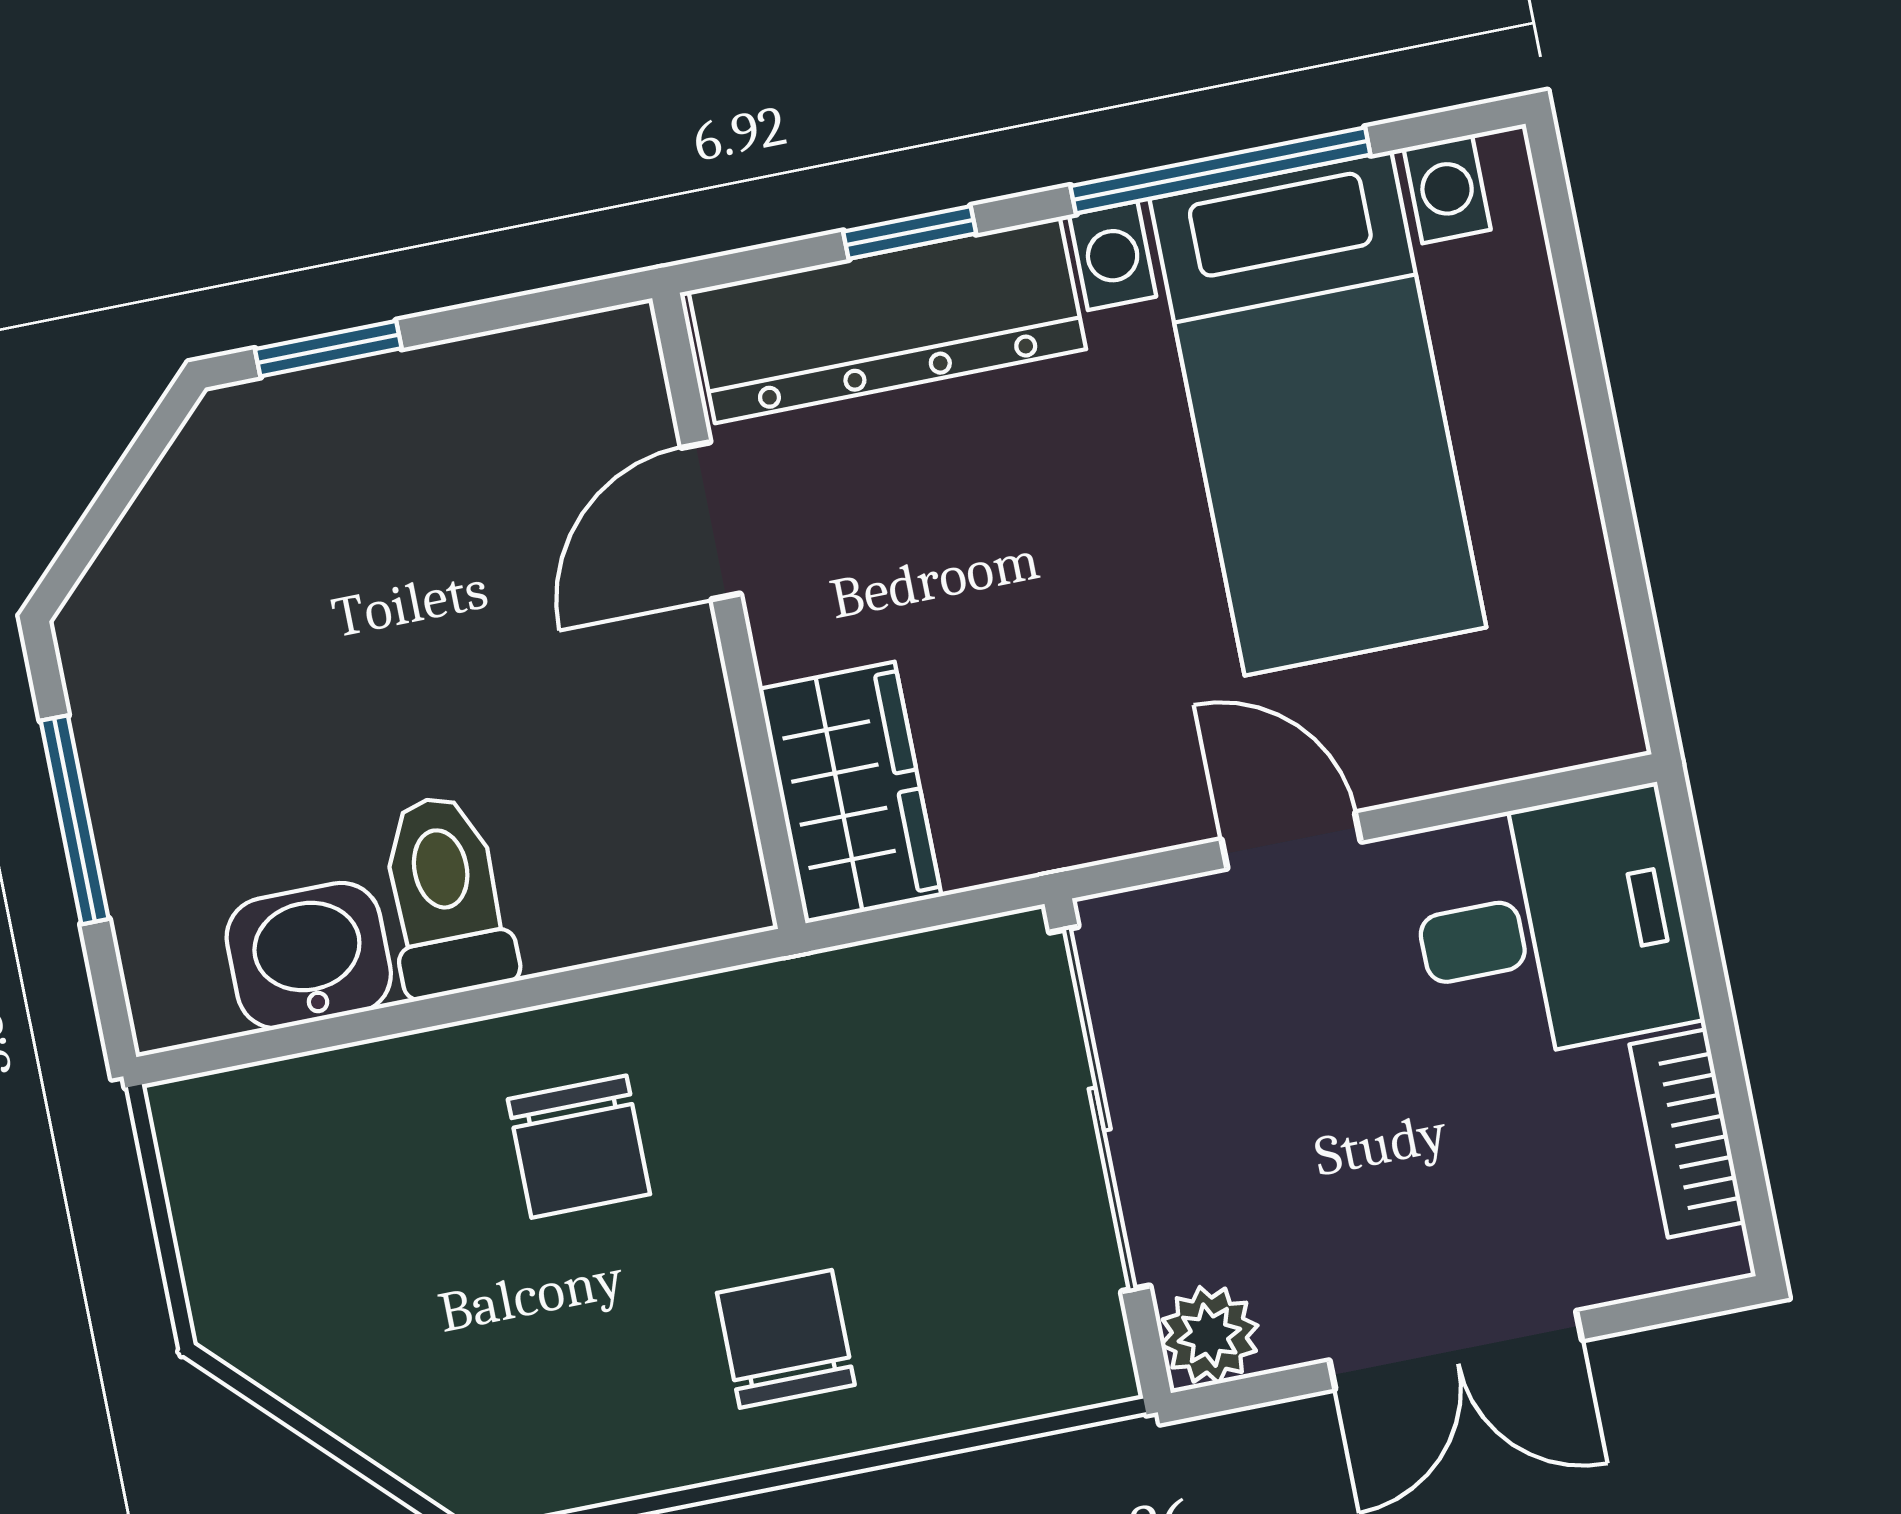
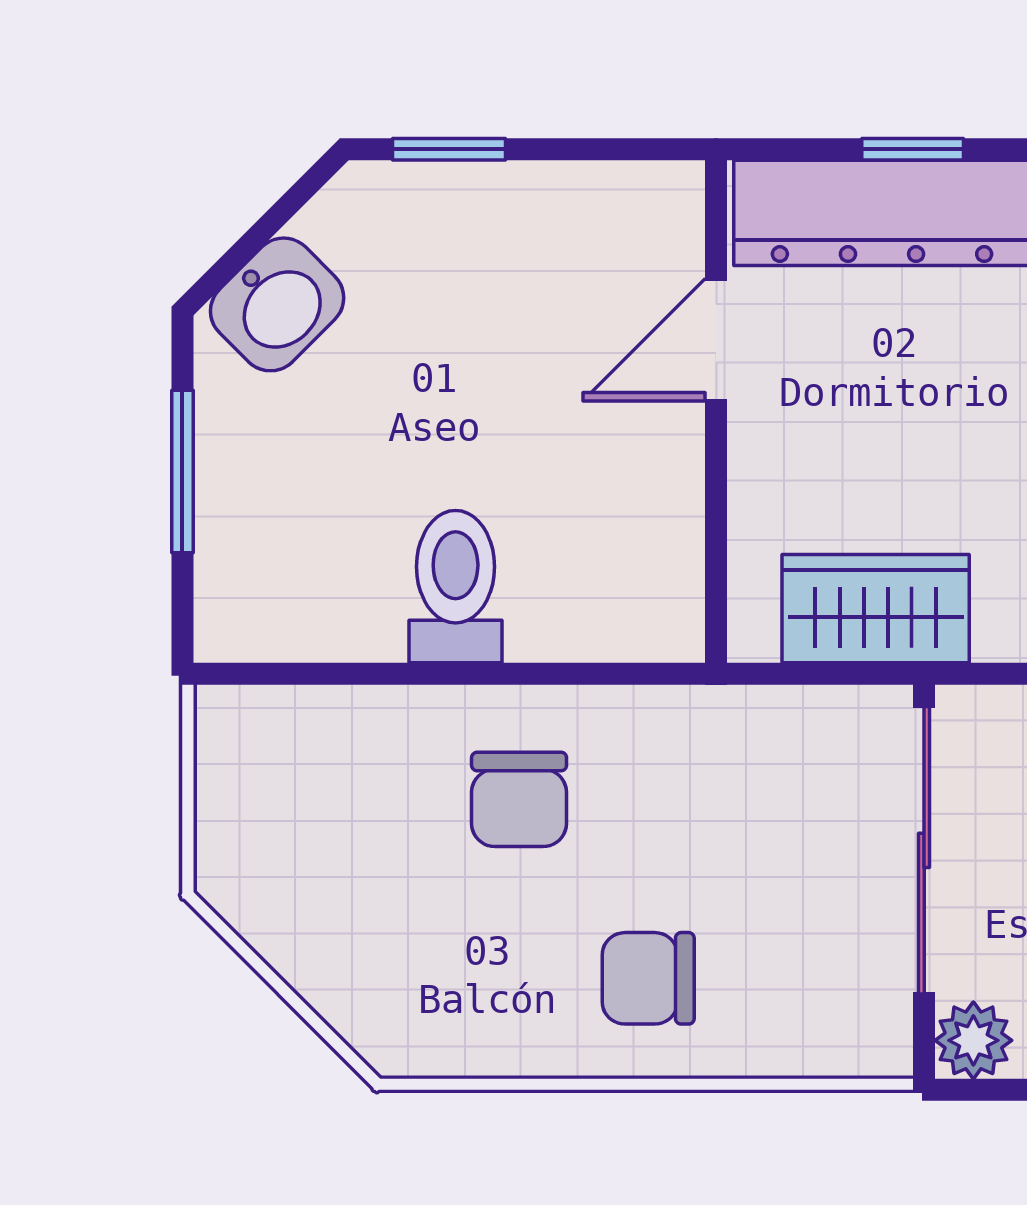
wardrobe: (850, 792) -> (876, 609), moved, turned -90
washbasin: (309, 956) -> (277, 304), moved, turned 135
chair: (786, 1339) -> (648, 978), turned -90

